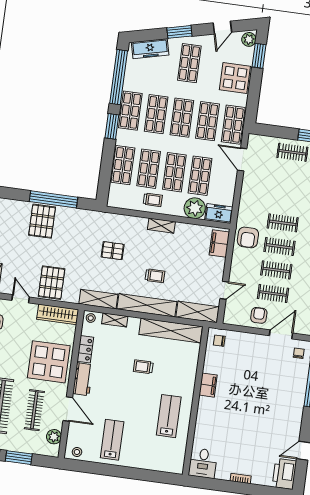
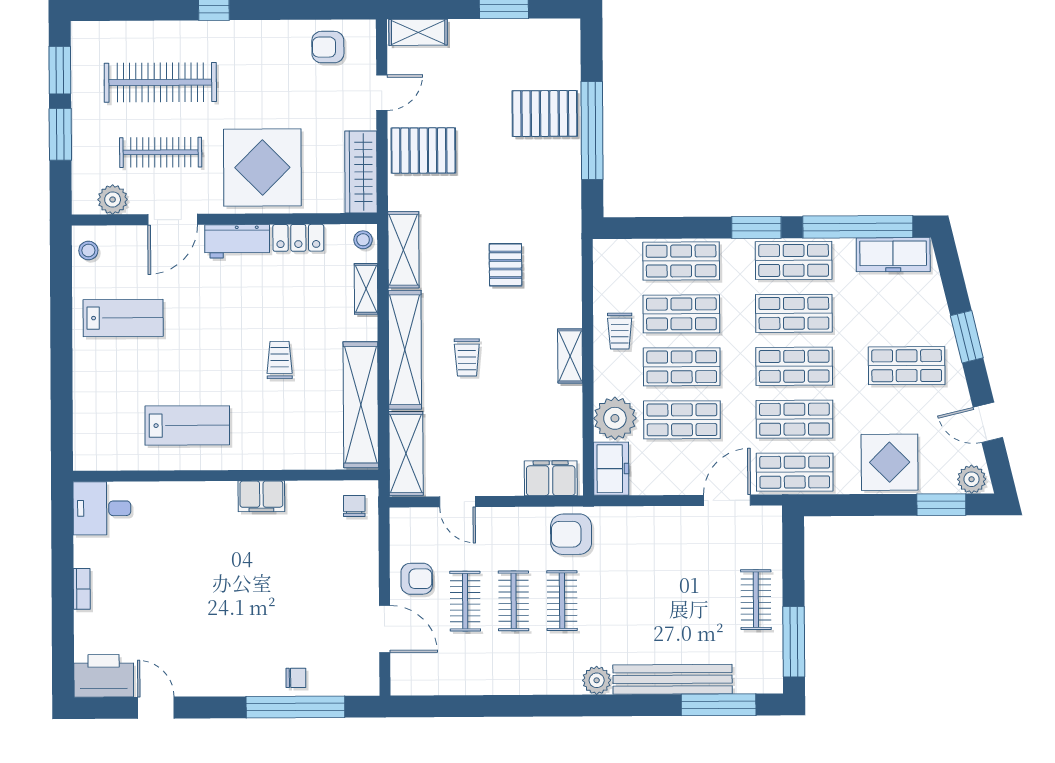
freezer: (150, 49) -> (893, 255), moved, turned -76
clothes rail: (283, 223) -> (611, 600), removed
chair: (299, 353) -> (296, 678), moved

